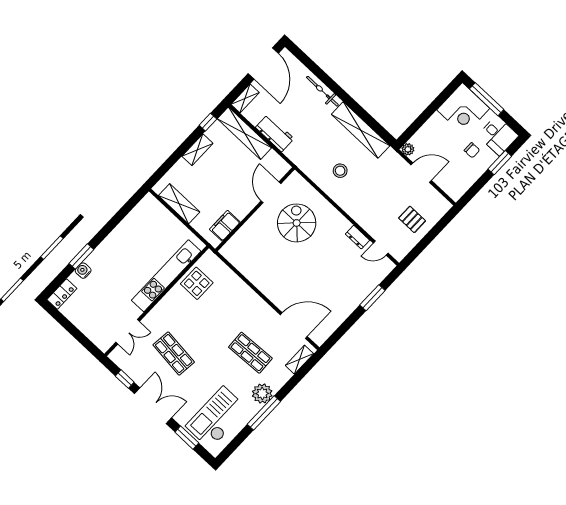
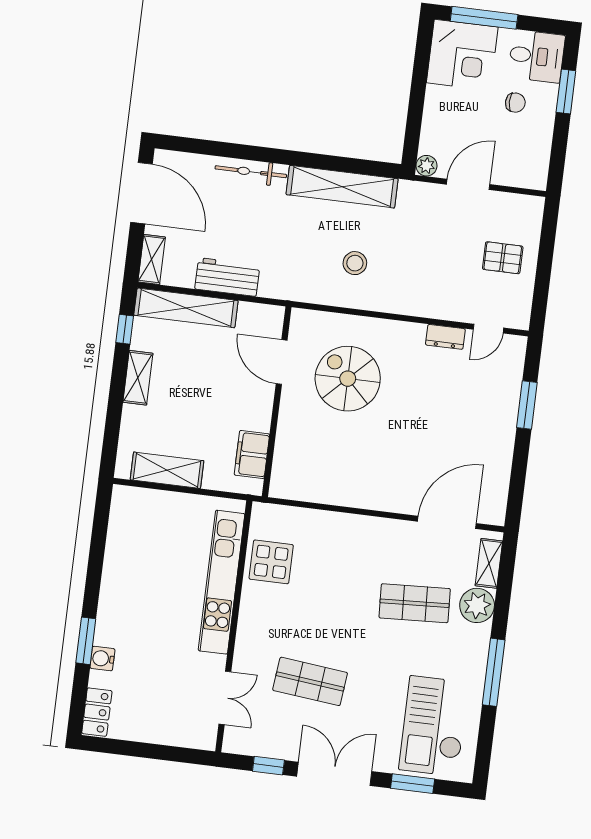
plant: (262, 394) -> (477, 605), moved

